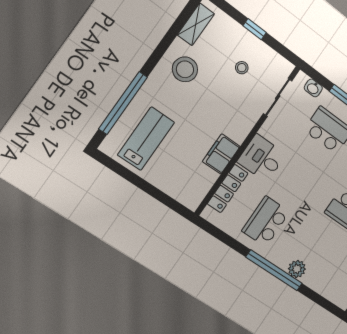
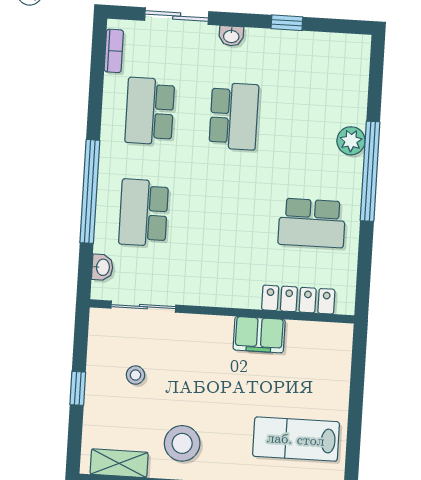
desk: (262, 158) -> (233, 279), removed

